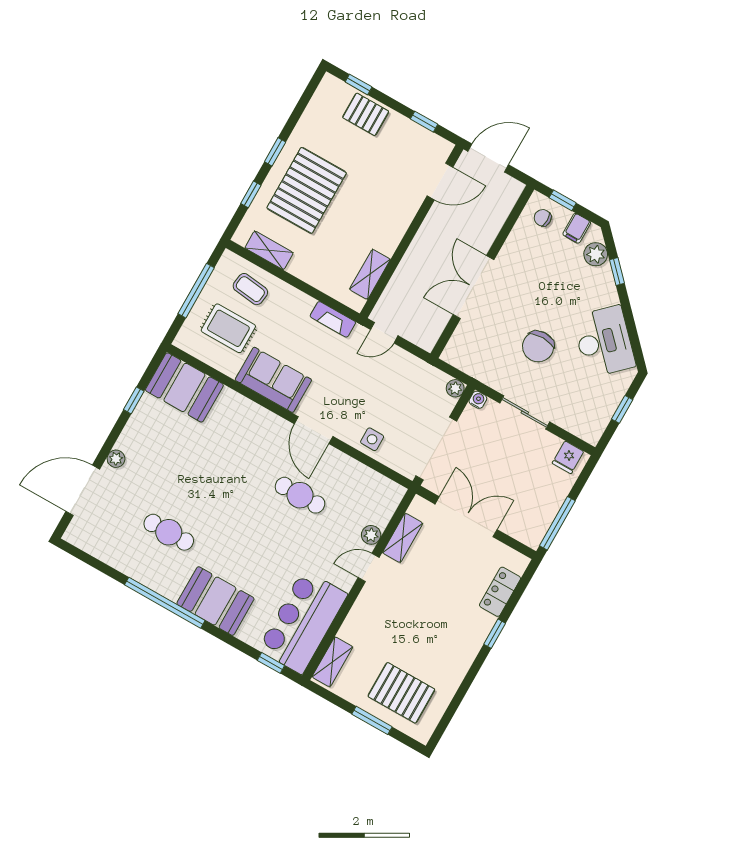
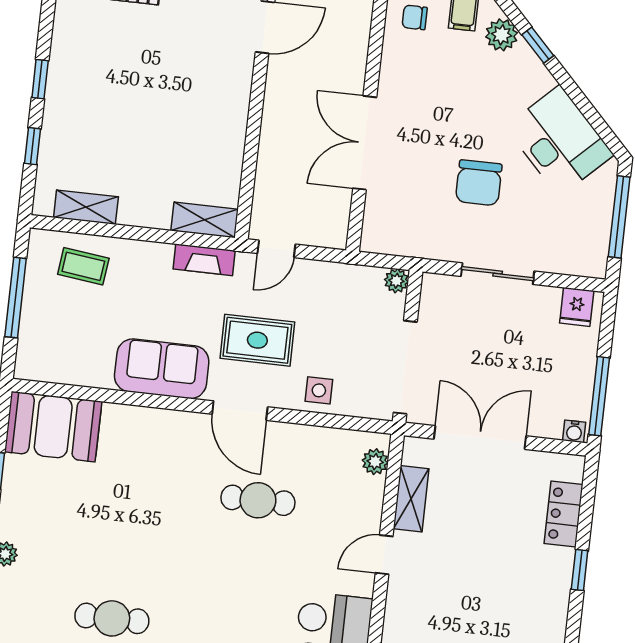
pallet: (307, 190) -> (101, 111), removed
shelving: (370, 274) -> (205, 220), moved, turned 90
rug: (228, 328) -> (257, 340), moved
water cooler: (478, 400) -> (574, 431), moved, turned 180
window: (622, 409) -> (619, 217), width x2.17
plant: (371, 535) -> (375, 462), moved

